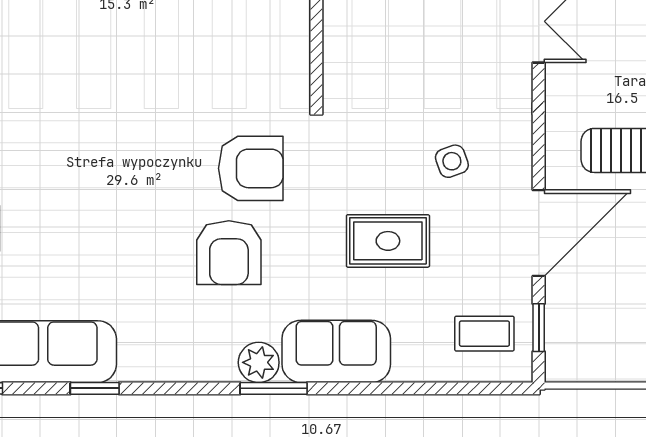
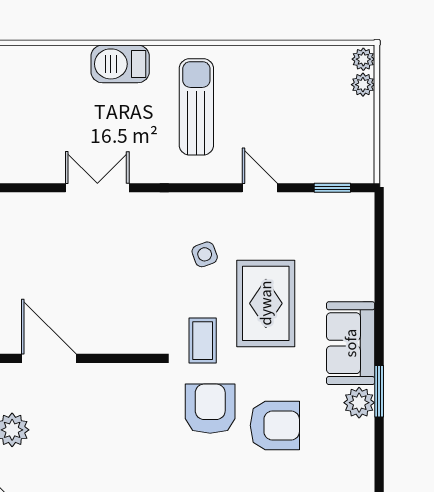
door: (539, 233) -> (260, 188), width x0.53
rug: (388, 241) -> (266, 303), width x1.36, depth x1.43
coffee table: (484, 334) -> (203, 341), moved

